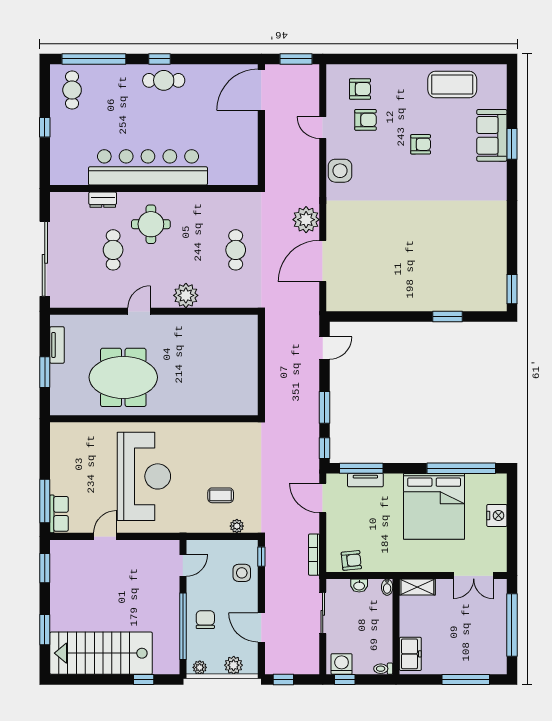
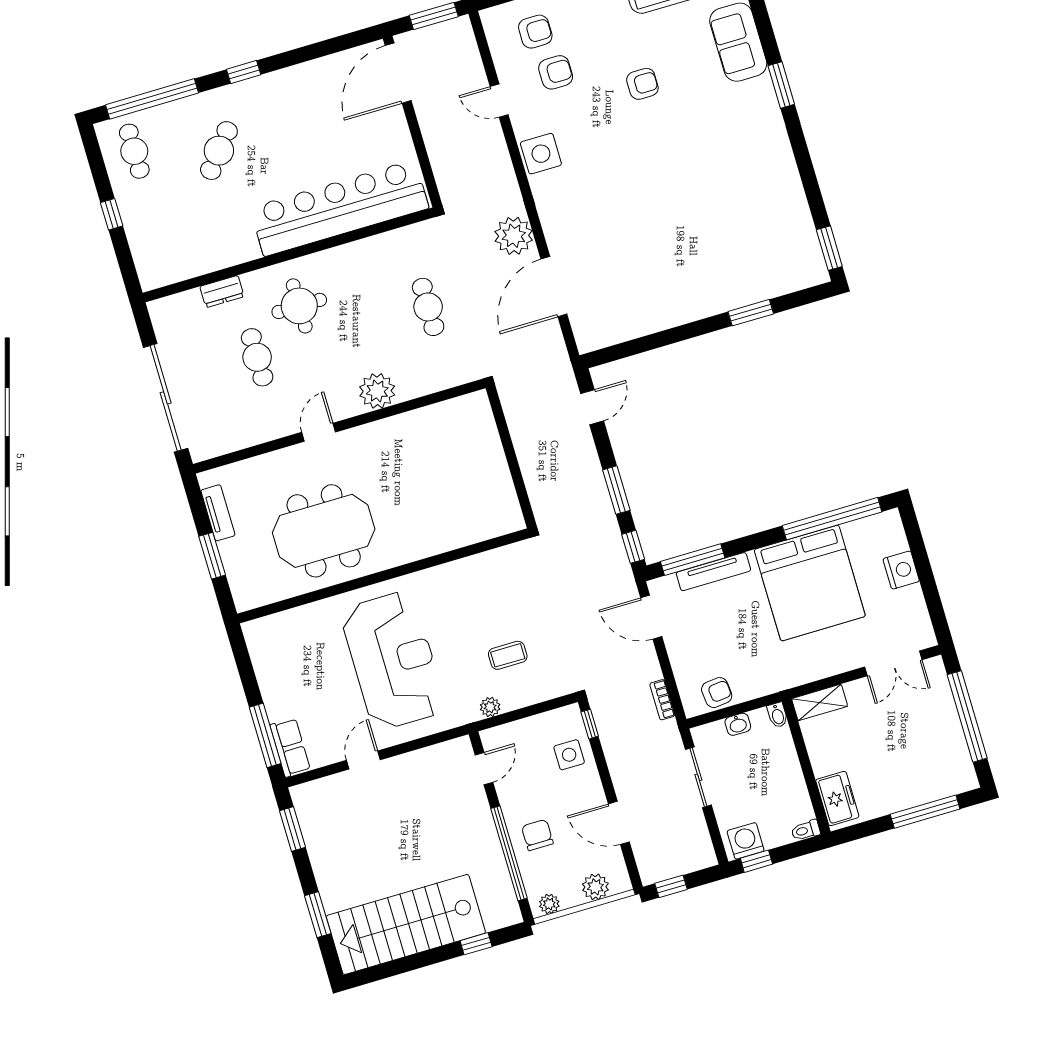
cafe table: (164, 80) -> (219, 151), moved, turned -51
window: (512, 144) -> (781, 85), moved
bar counter: (148, 167) -> (339, 208), moved
tv unit: (365, 480) -> (713, 572), width x1.41
plant: (237, 526) -> (490, 707), moved
bookcase: (314, 555) -> (662, 700), width x0.64

